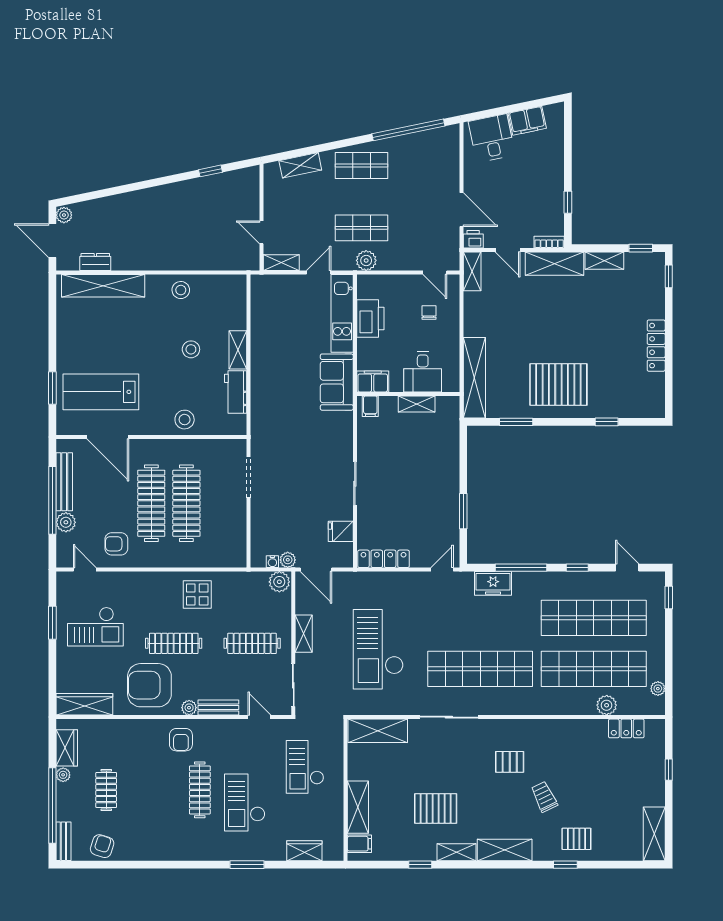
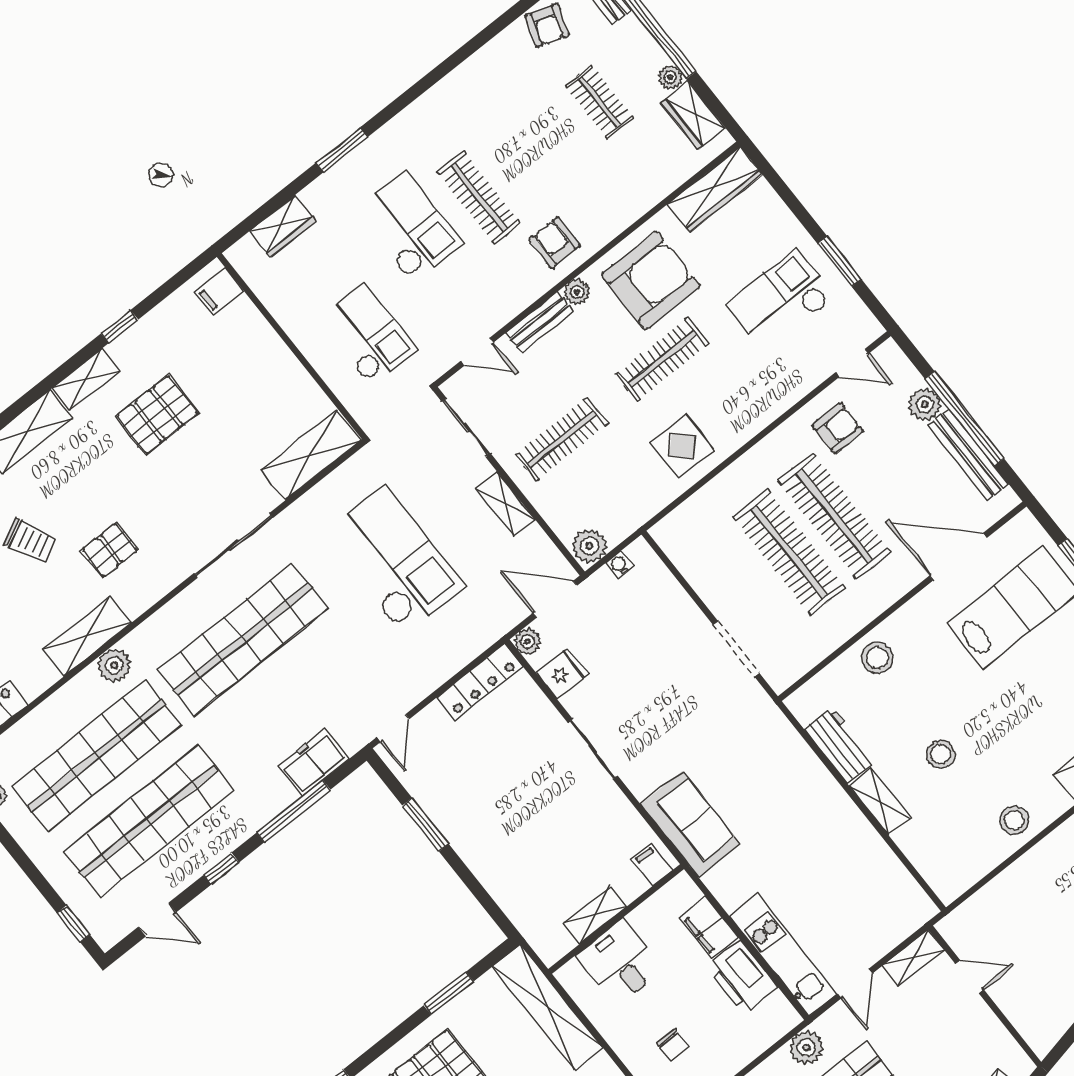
filing cabinet: (373, 381) -> (709, 928), moved, turned 90
sofa: (337, 382) -> (690, 824), moved
plant: (288, 560) -> (527, 642), moved
plant: (607, 705) -> (114, 665), moved
shelving: (358, 807) -> (87, 636), moved, turned 90

